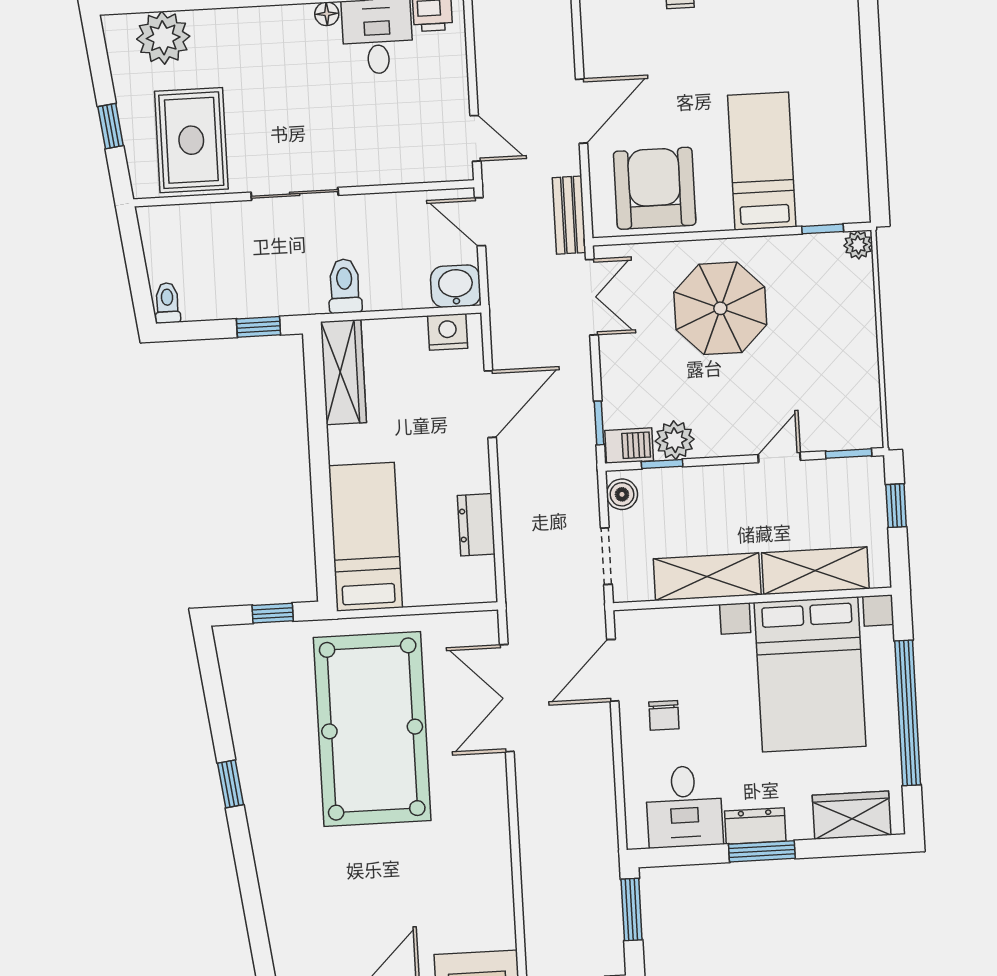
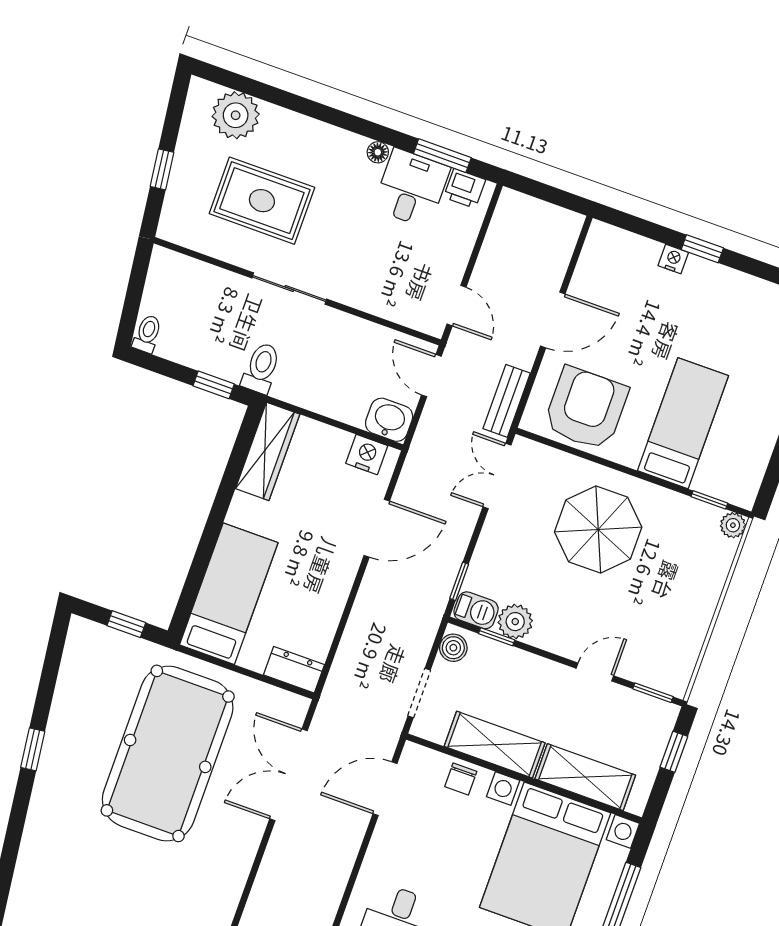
rug: (191, 140) -> (262, 201), moved, turned 90
toilet: (345, 286) -> (261, 368), moved
double door: (592, 297) -> (497, 476), swing flipped
dresser: (476, 525) -> (294, 670), moved, turned 90
chair: (664, 715) -> (461, 779), moved

